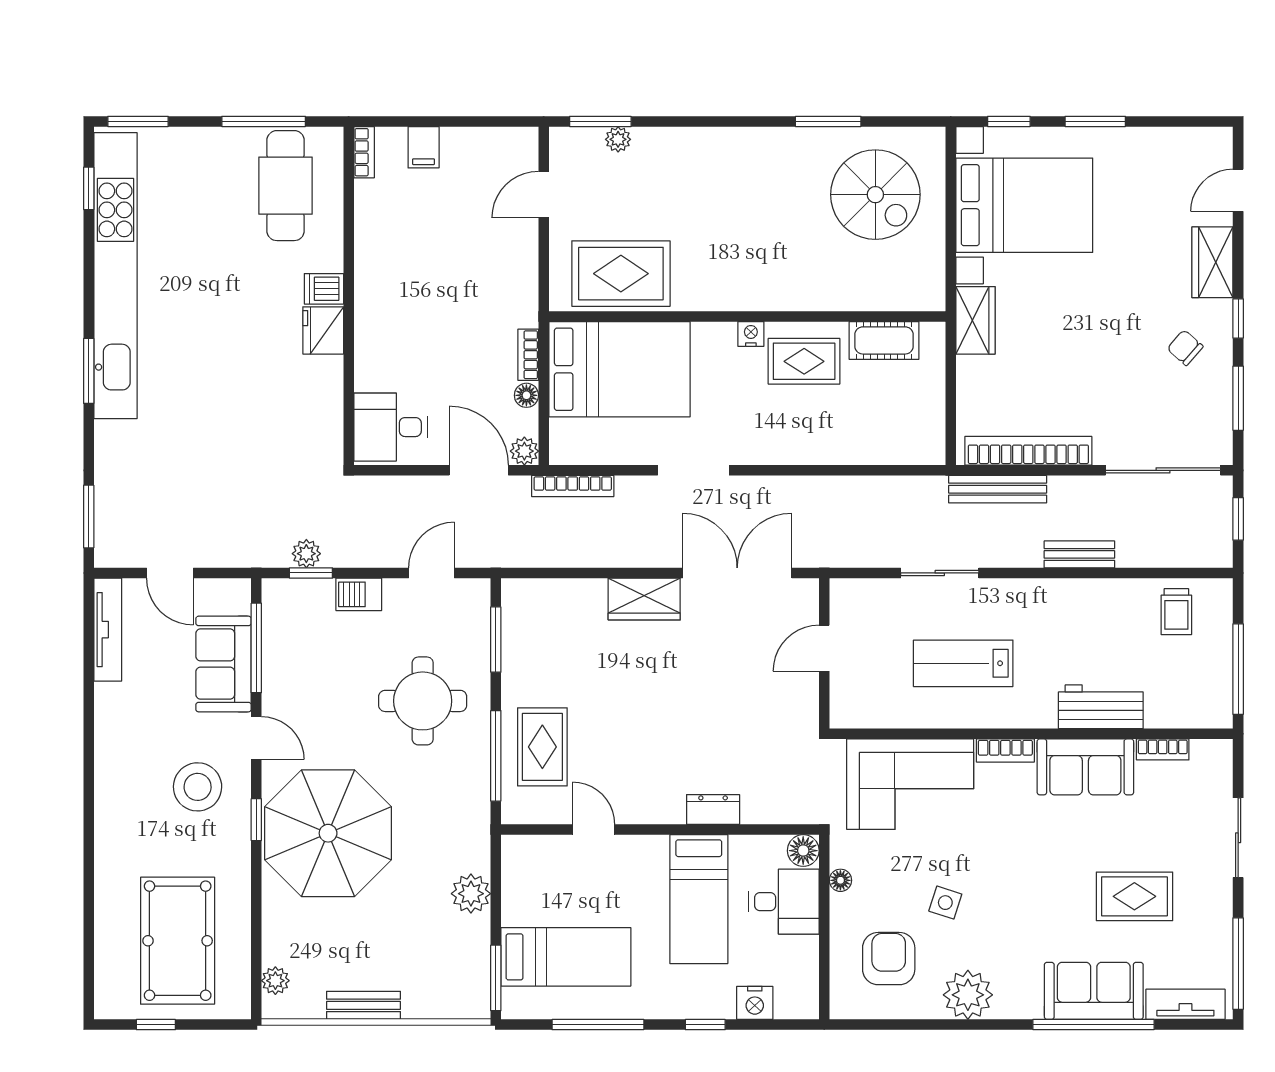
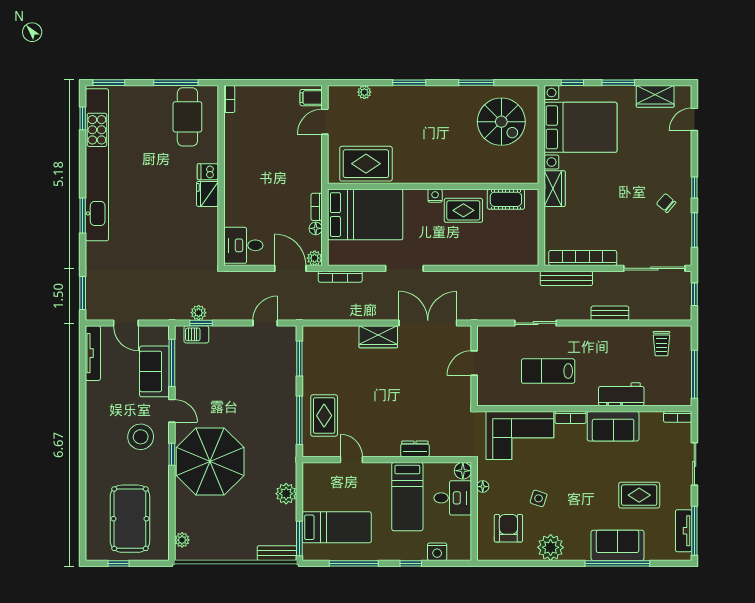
window: (600, 121) -> (409, 83), moved
filing cabinet: (424, 147) -> (311, 98), moved, turned 90
wardrobe: (1212, 262) -> (655, 96), moved, turned -90
barbecue: (359, 594) -> (196, 334), moved
round table: (423, 701) -> (260, 391), removed
bookcase: (1163, 749) -> (678, 417), moved
tv unit: (1185, 1004) -> (684, 531), moved, turned -90
bench: (363, 1005) -> (277, 553), moved

